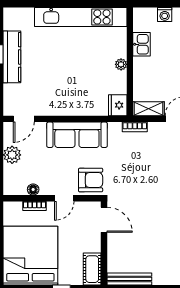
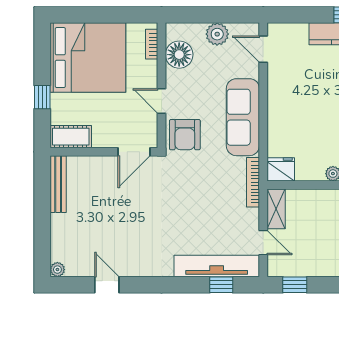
bookcase: (135, 127) -> (253, 182), width x1.56
floor lamp: (33, 189) -> (179, 55), width x1.89, depth x1.89
bookcase: (35, 206) -> (152, 44), moved

